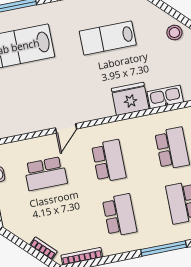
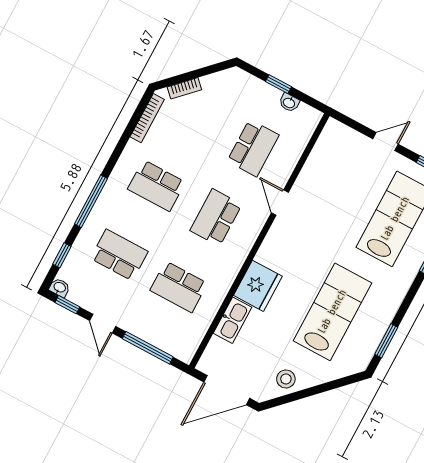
lab bench: (108, 38) -> (332, 312), width x1.36, depth x1.39
school desk: (109, 161) -> (216, 217), turned 90
school desk: (46, 174) -> (253, 148), turned 180

